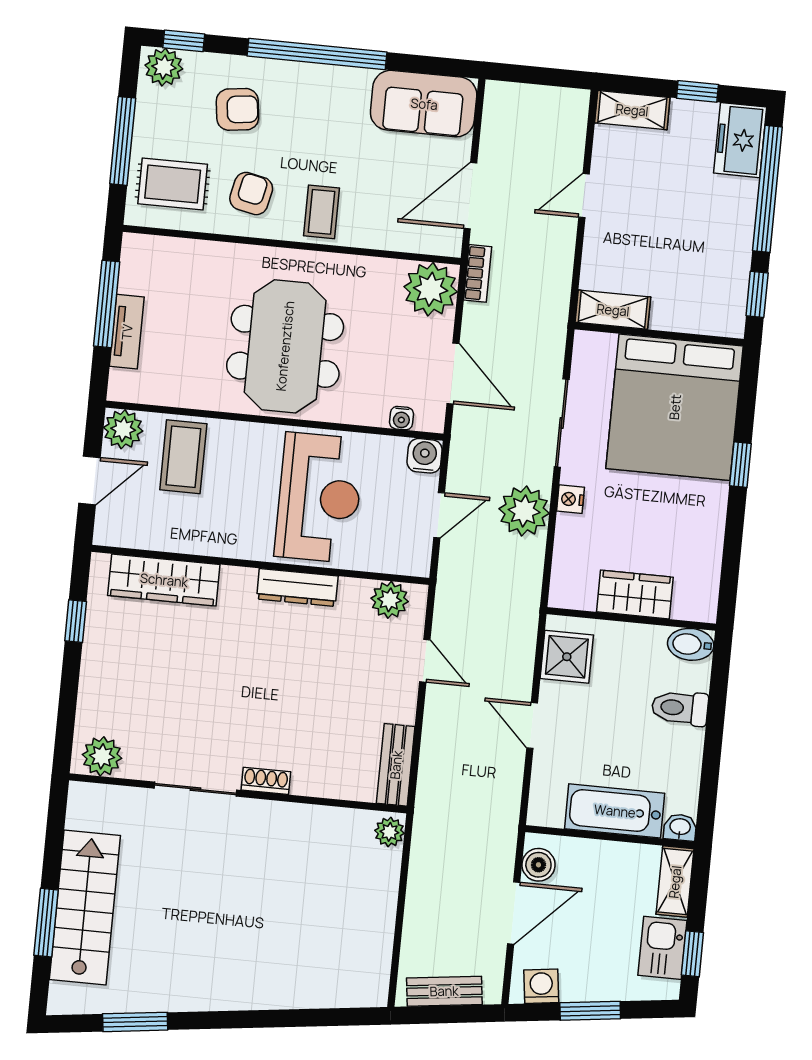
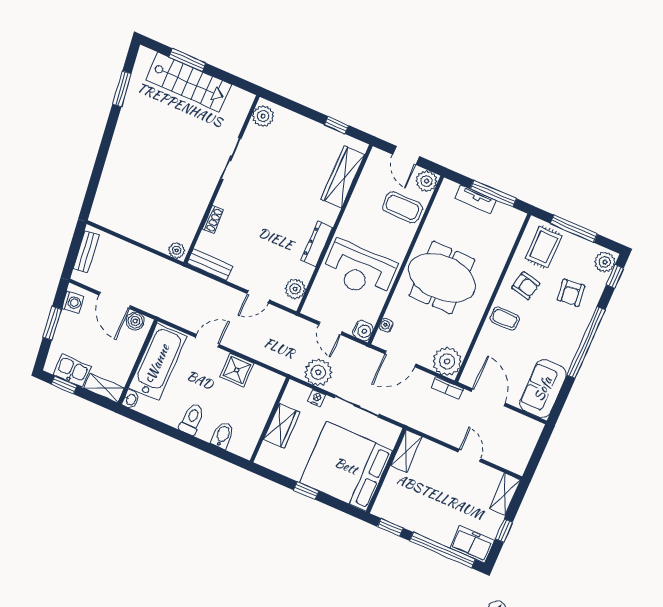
wardrobe: (635, 595) -> (282, 426), moved
wall: (631, 619) -> (270, 420), moved
shoe rack: (266, 781) -> (213, 219), moved
bathtub: (615, 811) -> (158, 362), width x1.36, depth x1.36

